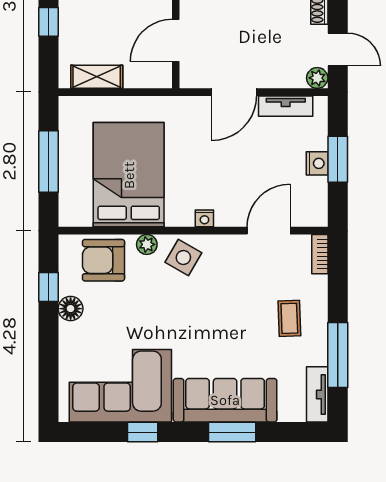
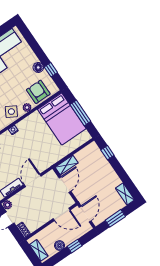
window: (48, 22) -> (107, 153), moved
shelving: (97, 77) -> (67, 165), moved
bed: (129, 175) -> (62, 119), moved
armchair: (103, 260) -> (38, 92), turned -90

